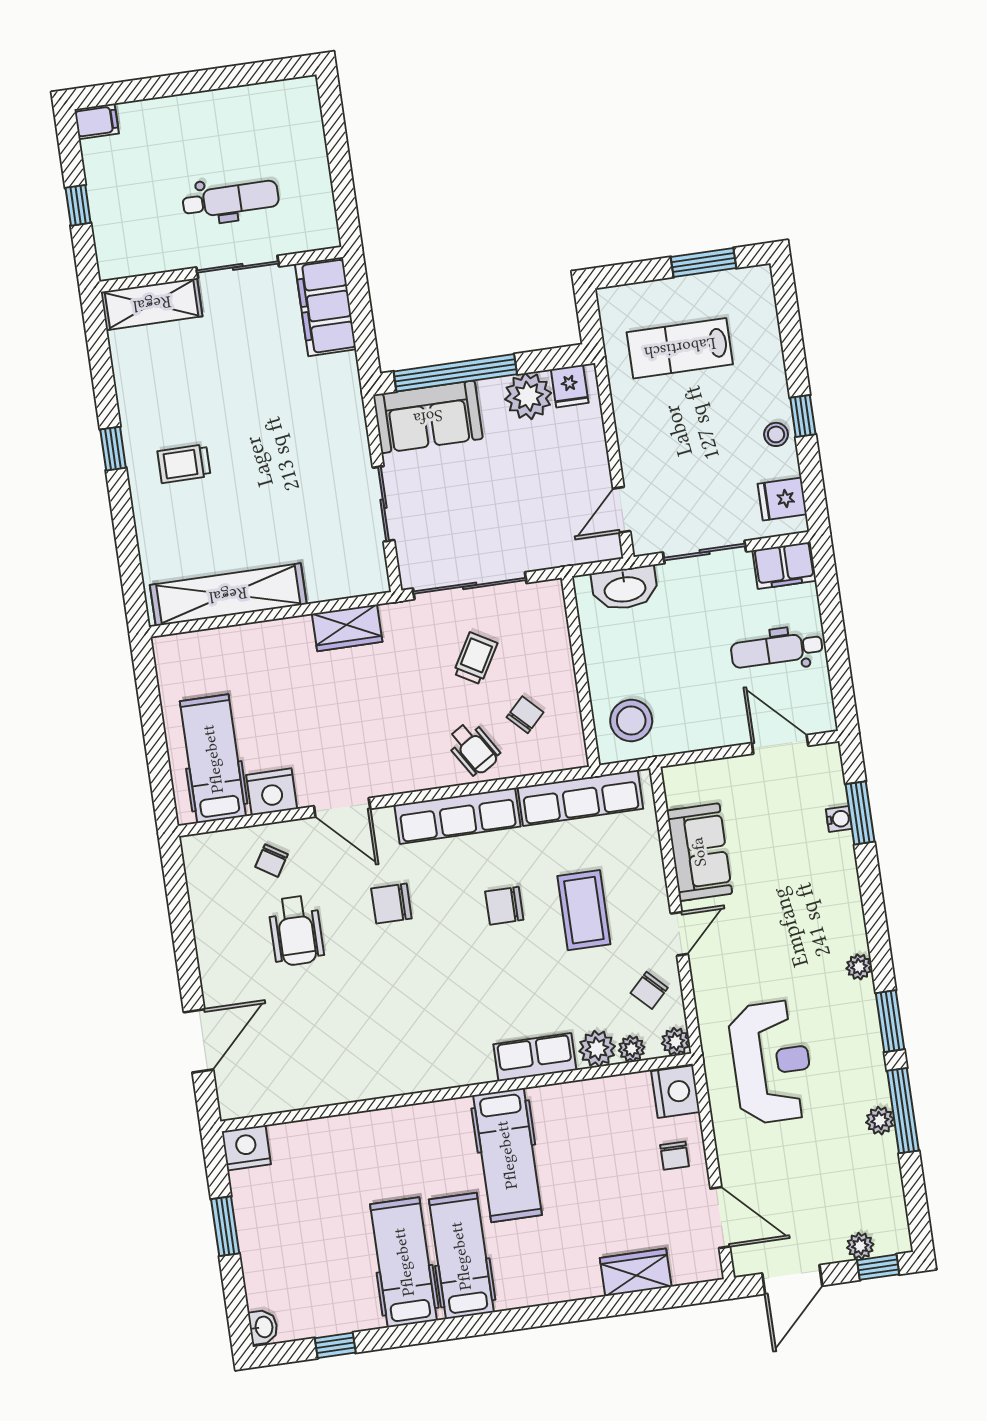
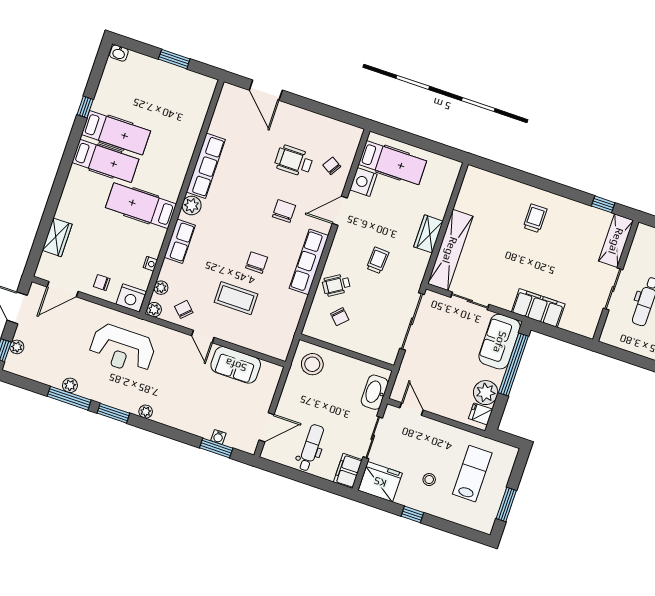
filing cabinet: (326, 307) -> (538, 308), moved
stool: (776, 434) -> (429, 480), moved
window: (113, 449) -> (603, 204), moved
fridge: (782, 499) -> (380, 482), width x1.88, depth x1.34
shelving: (228, 595) -> (450, 250), moved
wardrobe: (347, 628) -> (428, 234), moved
trolley: (475, 658) -> (378, 260), moved, turned -117
row of seats: (580, 798) -> (206, 166), moved, turned 180
plant: (597, 1049) -> (192, 205), moved
nightstand: (246, 1148) -> (150, 264), moved, width x0.53, depth x0.56
window: (335, 1345) -> (85, 107), moved

